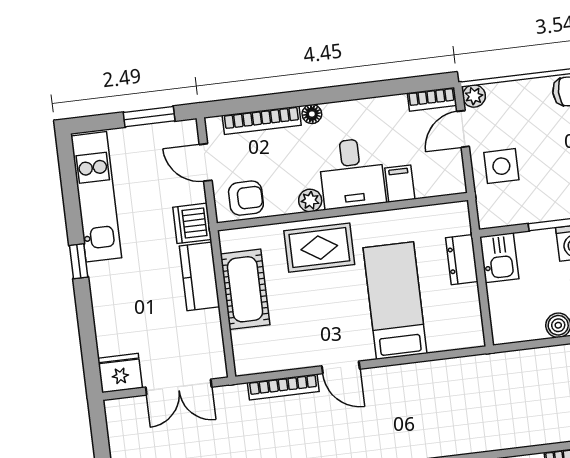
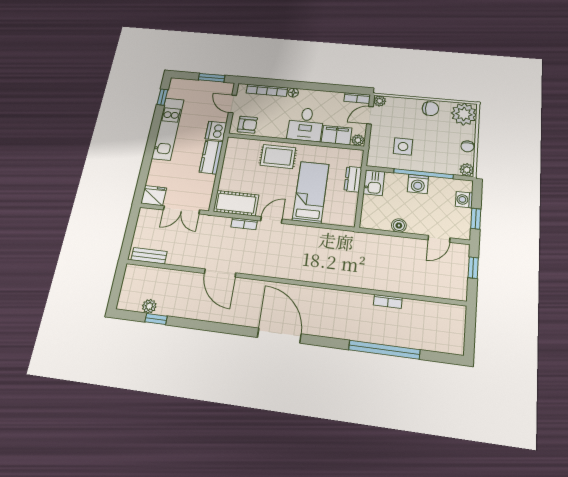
side table: (501, 166) -> (403, 146), moved
filing cabinet: (400, 184) -> (337, 135), width x2.00
kitchen unit: (96, 197) -> (168, 129), moved
plant: (310, 200) -> (358, 140), moved
window: (79, 261) -> (162, 97), moved
cot: (245, 289) -> (236, 203), moved, turned 90
door: (341, 367) -> (271, 220), swing flipped
bookcase: (283, 387) -> (244, 224), width x0.64

